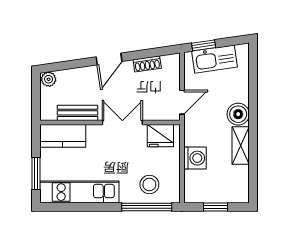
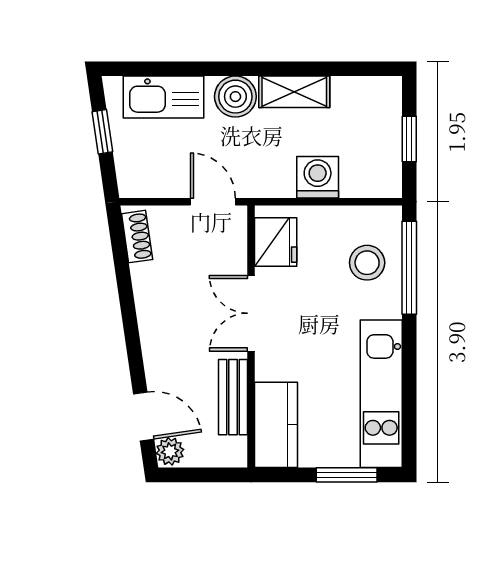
window: (204, 45) -> (102, 132), moved
door: (109, 59) -> (144, 417), moved
kitchen sink: (215, 59) -> (164, 97), moved, turned 98
shoe rack: (147, 64) -> (137, 237), moved

